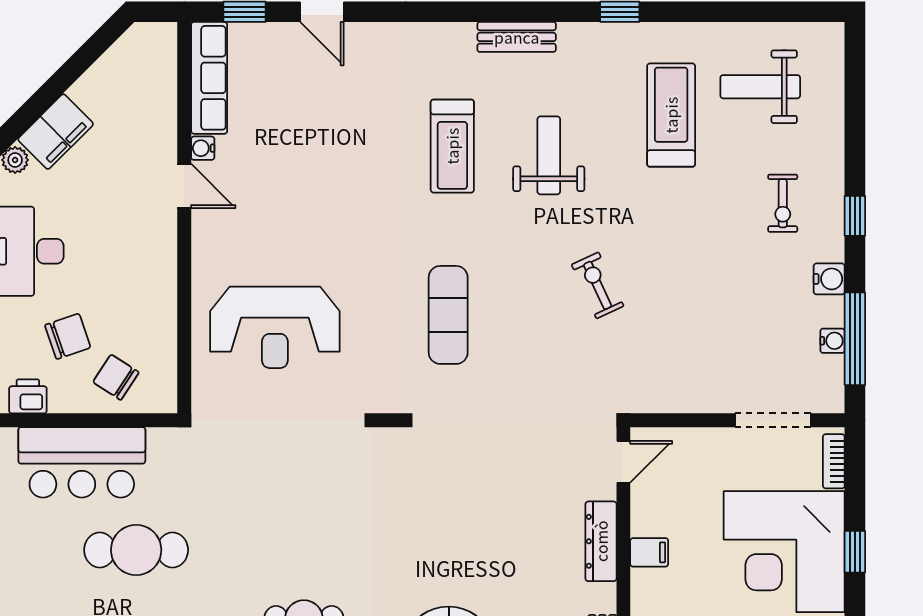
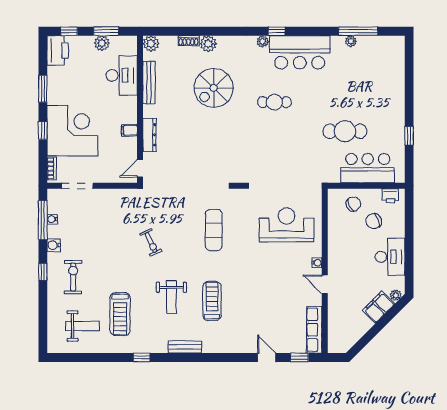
water cooler: (203, 148) -> (317, 263), moved
exercise bike: (783, 203) -> (73, 277), width x1.38, depth x1.39
chair: (116, 377) -> (353, 204), turned -62

